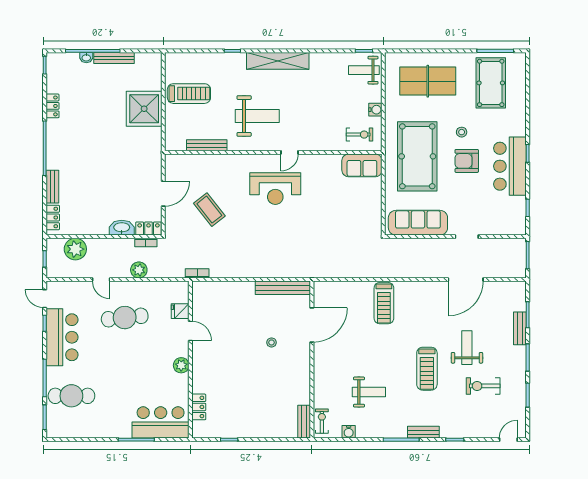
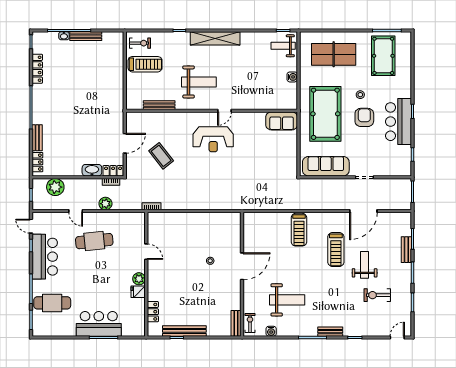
locker: (52, 106) -> (37, 69), width x1.53
shower: (144, 109) -> (110, 76), removed
exercise bike: (359, 135) -> (140, 43), moved
armchair: (467, 161) -> (364, 117), turned 90
bench: (283, 288) -> (184, 331), moved
fridge: (180, 311) -> (138, 292), moved
door: (312, 325) -> (242, 266), moved
treadmill: (427, 369) -> (336, 249), moved
weight bench: (369, 392) -> (287, 300), width x1.36, depth x1.33
bar counter: (161, 422) -> (99, 324), moved

